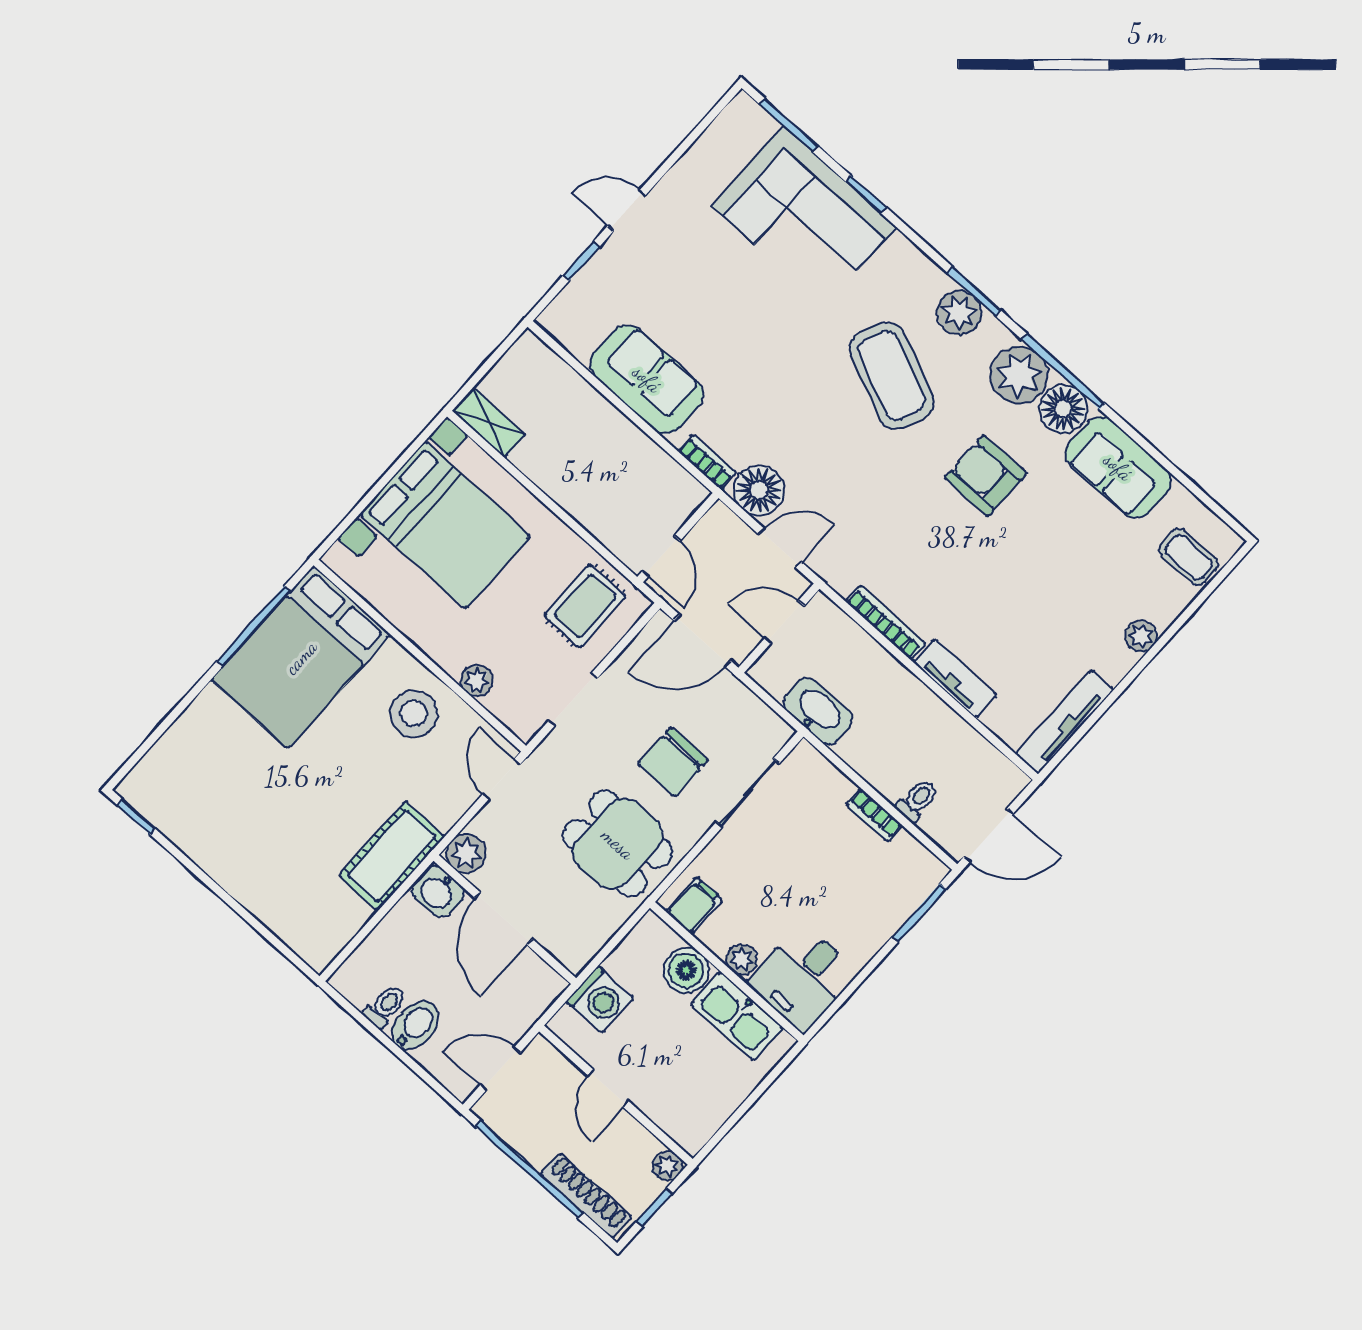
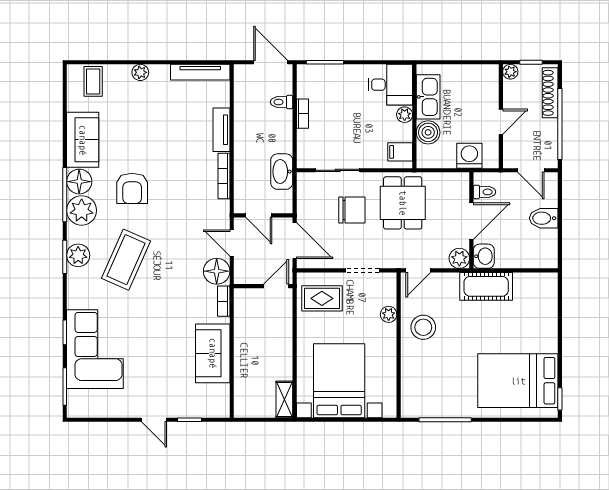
bed: (301, 657) -> (518, 381), moved, turned 180
toilet: (385, 1007) -> (484, 192), moved, turned 180

